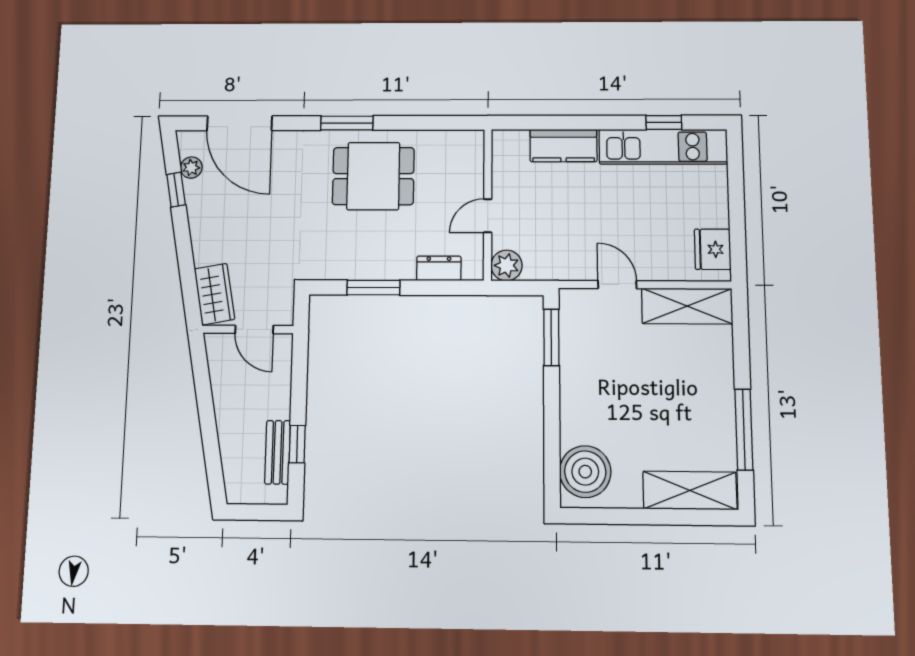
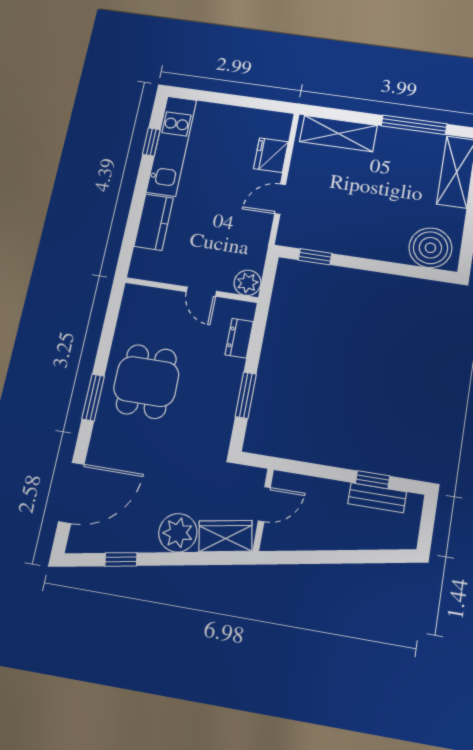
plant: (191, 168) -> (178, 533), moved, width x1.88, depth x1.88
fridge: (713, 249) -> (271, 155), moved, turned 90
shelving: (687, 306) -> (338, 134), moved, turned 90
window: (551, 337) -> (315, 257), width x0.67

